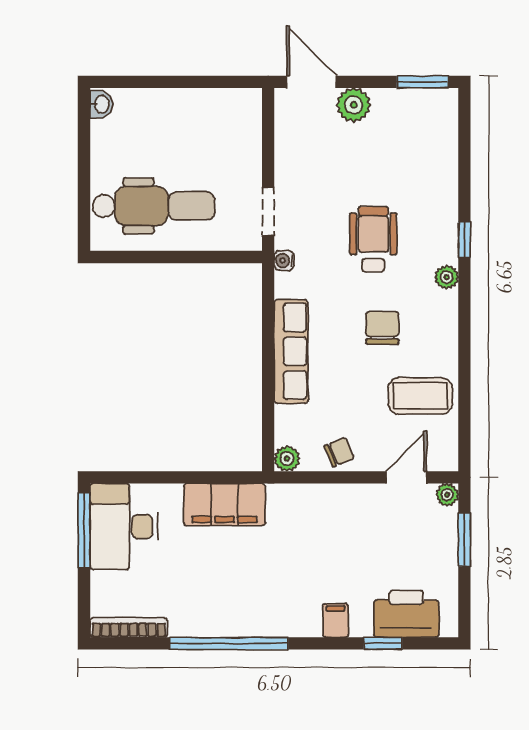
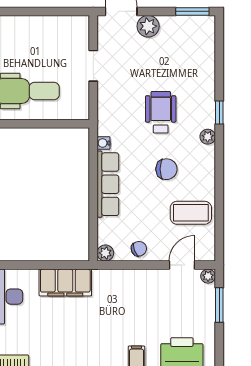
doorway: (268, 211) -> (93, 66), moved
water cooler: (284, 260) -> (104, 143), moved
chair: (382, 328) -> (166, 169), turned 90

